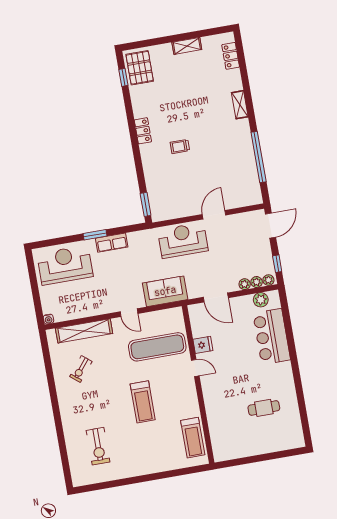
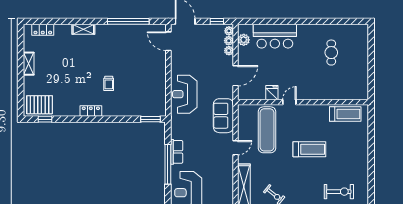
door: (214, 215) -> (168, 41), moved
window: (95, 235) -> (168, 164), width x2.11

